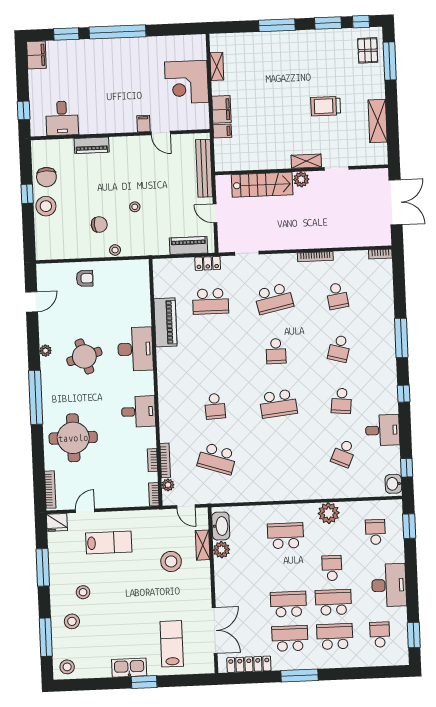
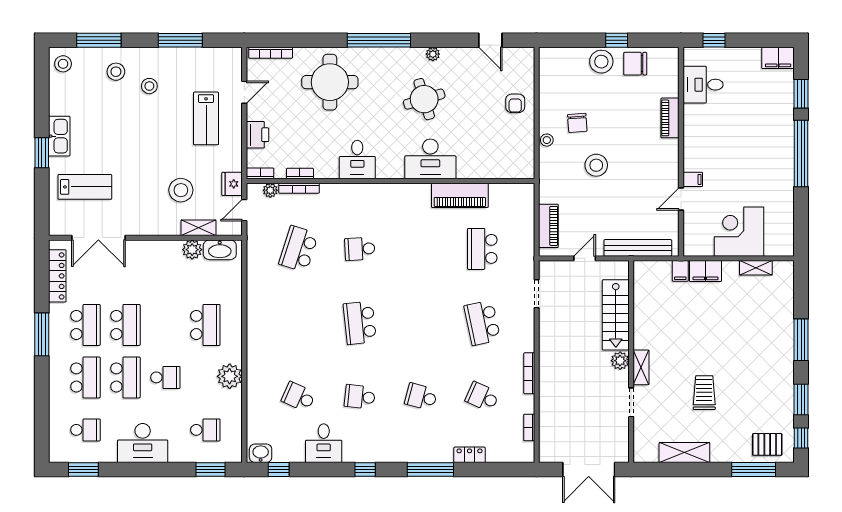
stool: (135, 207) -> (596, 165), width x1.89, depth x1.89
bookcase: (380, 254) -> (529, 428), moved
locker: (208, 263) -> (470, 455), moved, turned 90
school desk: (337, 296) -> (482, 397), turned 33
school desk: (276, 351) -> (421, 323), removed
printer: (121, 498) -> (257, 135), added
door: (85, 511) -> (244, 92), hinge flipped
fridge: (57, 522) -> (232, 184), moved

